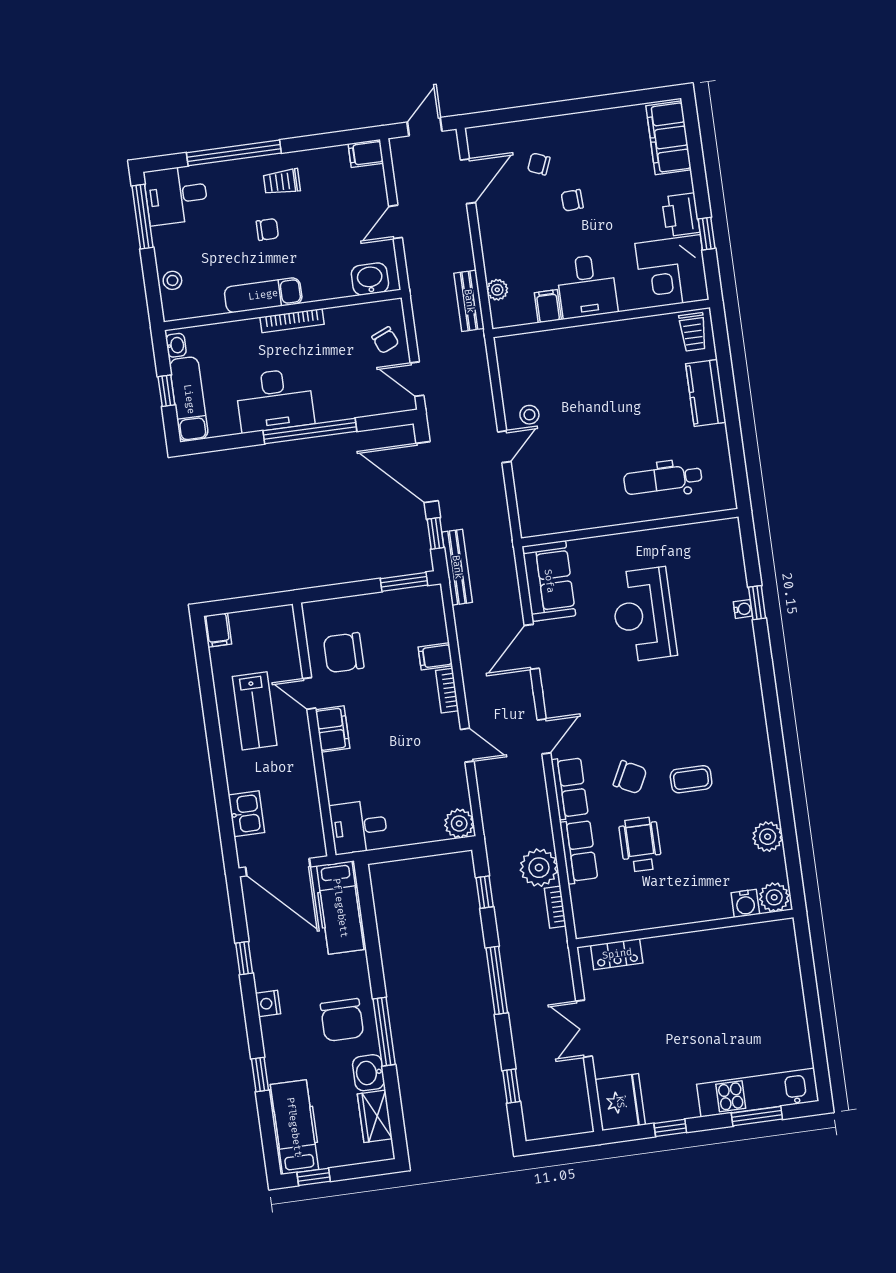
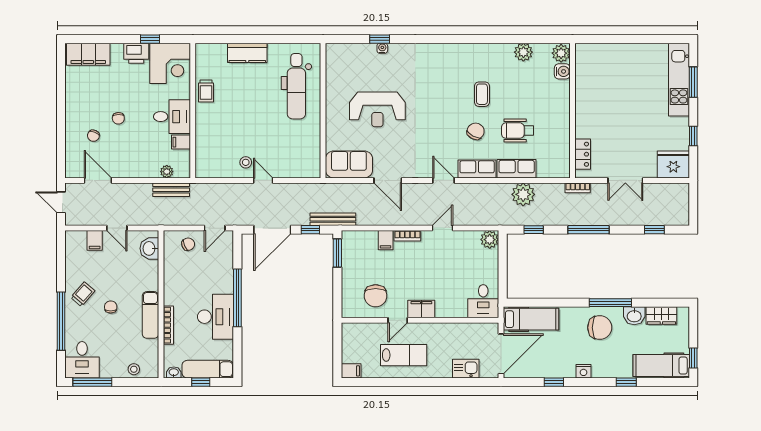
filing cabinet: (366, 153) -> (95, 240), moved
trolley: (282, 182) -> (83, 294), turned -139
bookcase: (292, 321) -> (168, 325), moved
trolley: (693, 332) -> (206, 91), moved, turned 90
dental chair: (663, 479) -> (296, 86), width x1.36, depth x1.38
bookcase: (555, 907) -> (578, 188), moved

